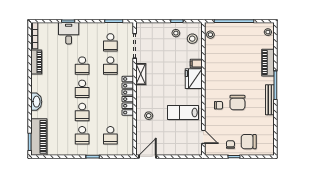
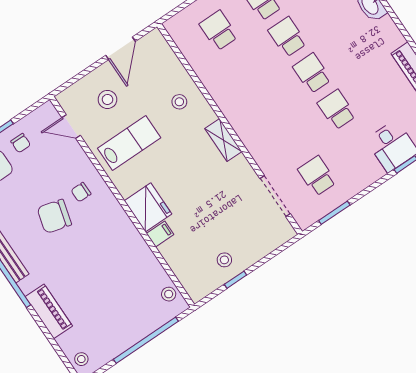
stool: (192, 39) -> (107, 99), moved
school desk: (110, 66) -> (292, 140), removed
shelving: (141, 74) -> (223, 140), moved
locker: (128, 96) -> (233, 111), removed
chair: (237, 103) -> (54, 216), turned -75
door: (148, 157) -> (121, 48), moved

